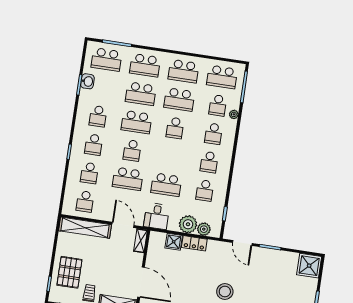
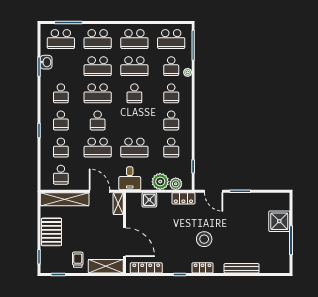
locker: (194, 243) -> (183, 198), moved
shower: (309, 266) -> (279, 221), moved
pallet: (69, 272) -> (52, 232), moved

